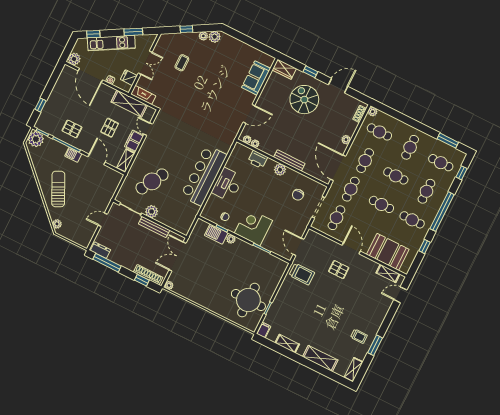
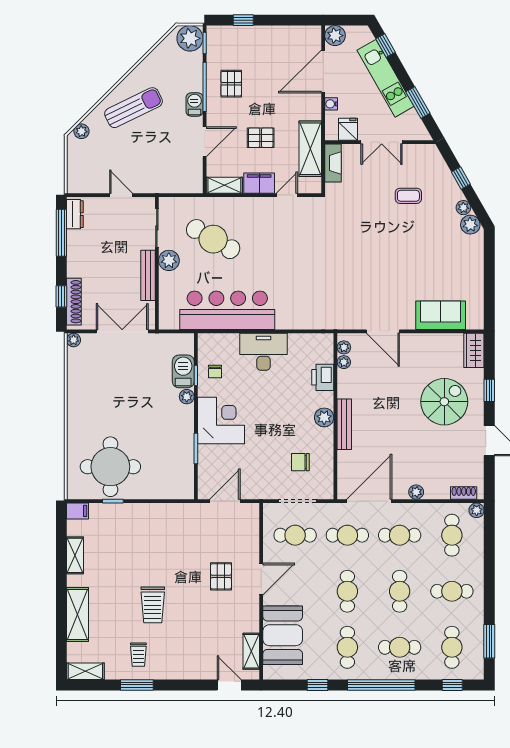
bar counter: (204, 175) -> (227, 310), moved
trolley: (302, 274) -> (153, 605), moved

